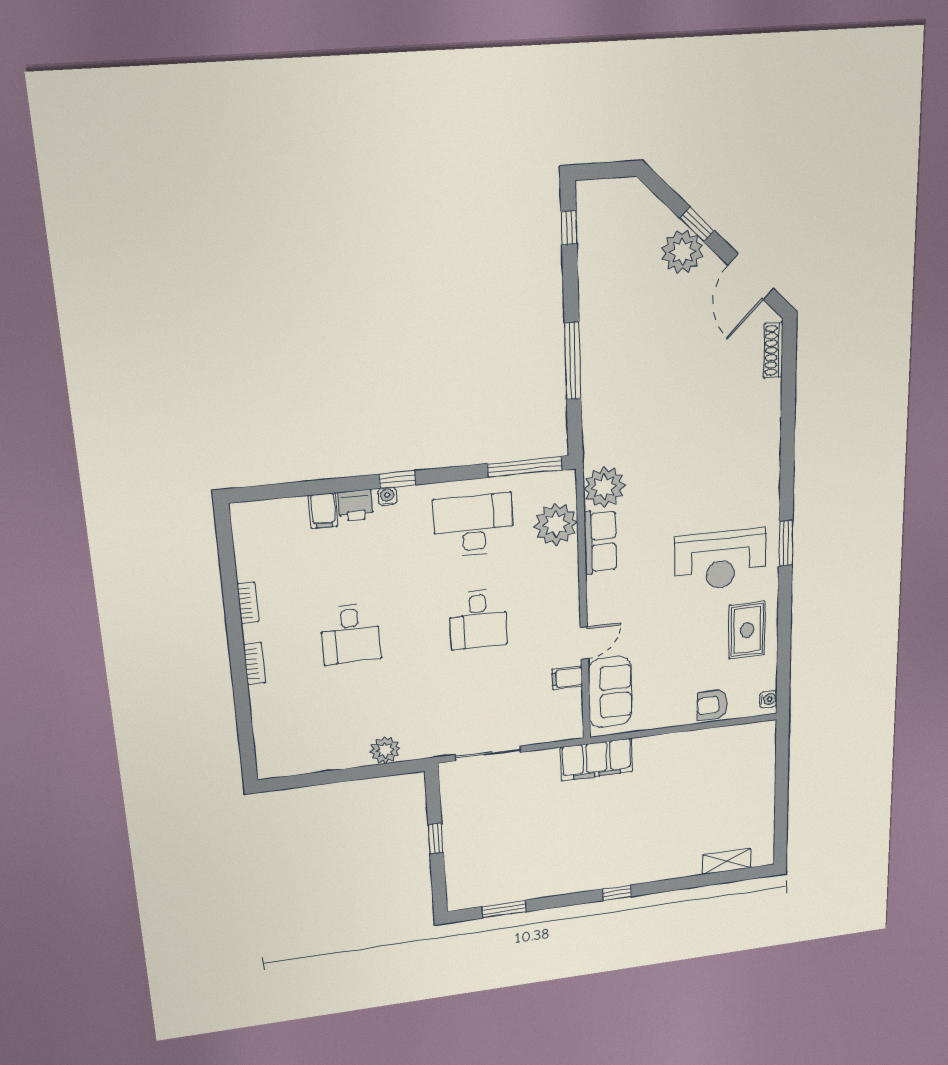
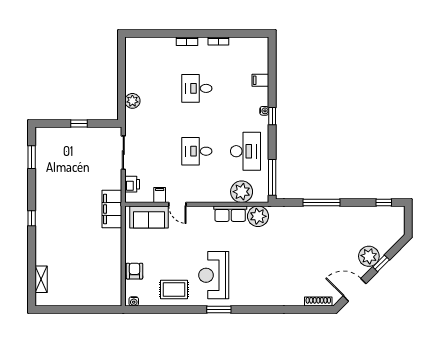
printer: (356, 505) -> (132, 184), moved, turned 180

